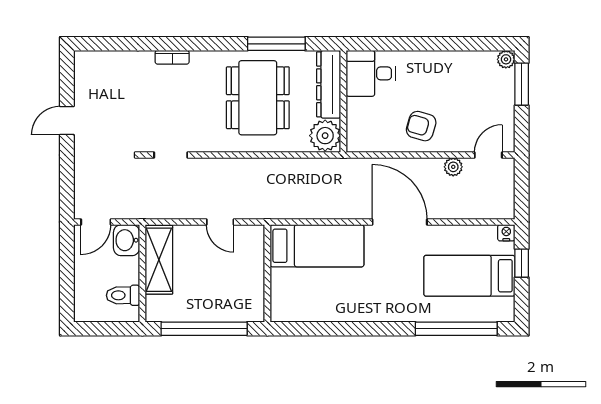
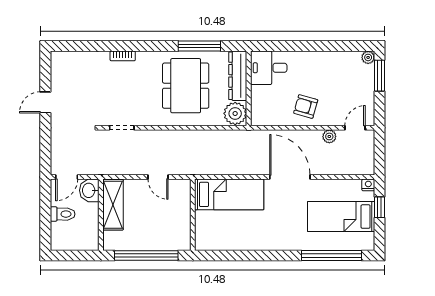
toilet: (123, 295) -> (63, 214), moved, turned 180

